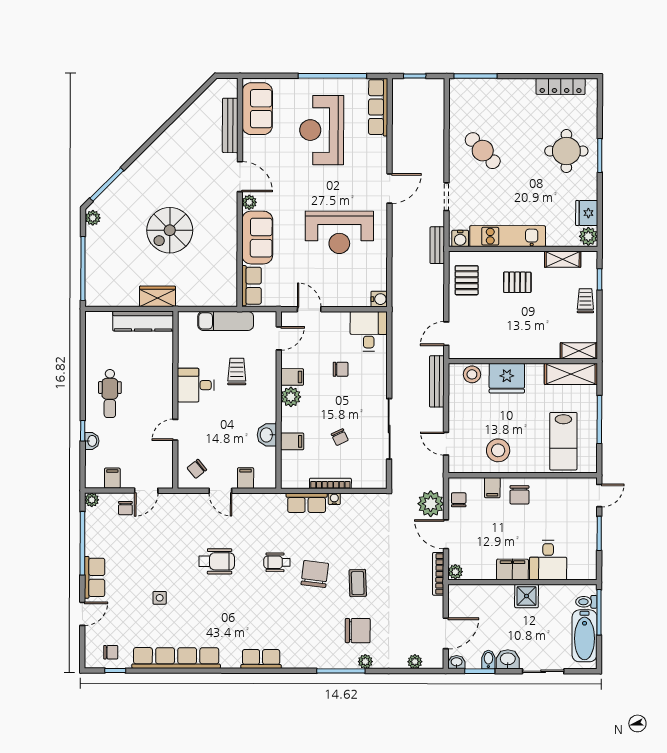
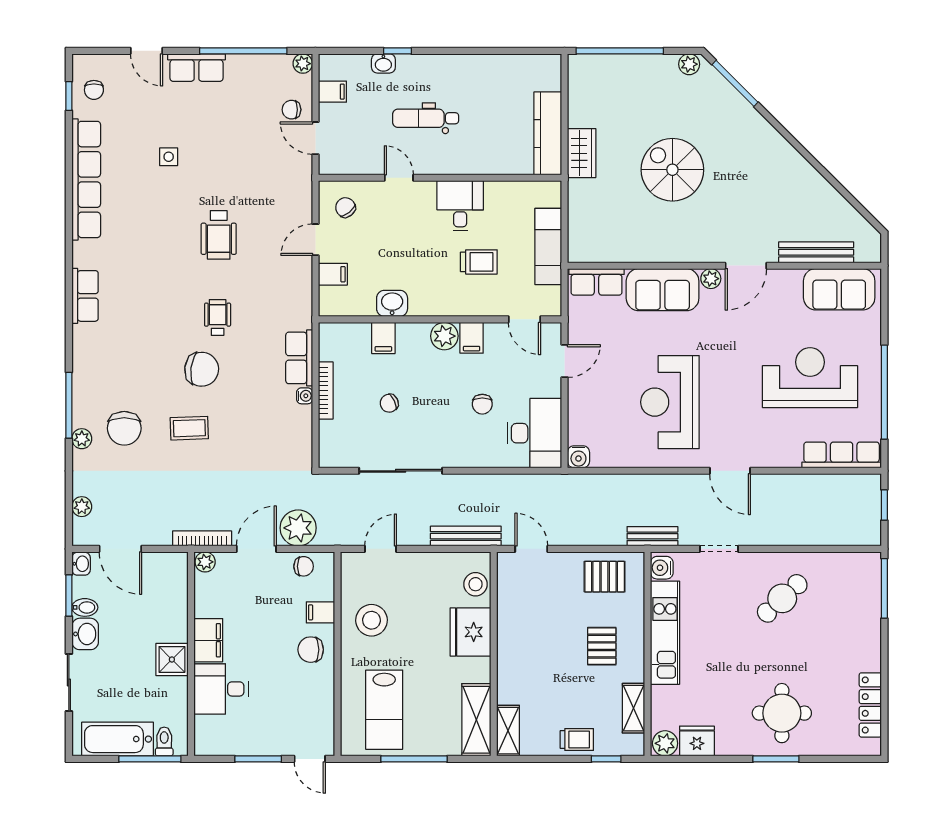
desk: (369, 331) -> (534, 433), width x1.37
dental chair: (110, 394) -> (426, 118), moved
lab bench: (563, 441) -> (384, 710), turned -90

